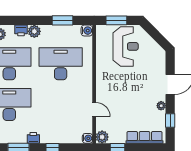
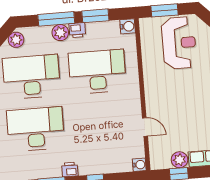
window: (32, 20) -> (56, 19), added
printer: (21, 30) -> (77, 30), moved
plant: (102, 137) -> (179, 160), moved

